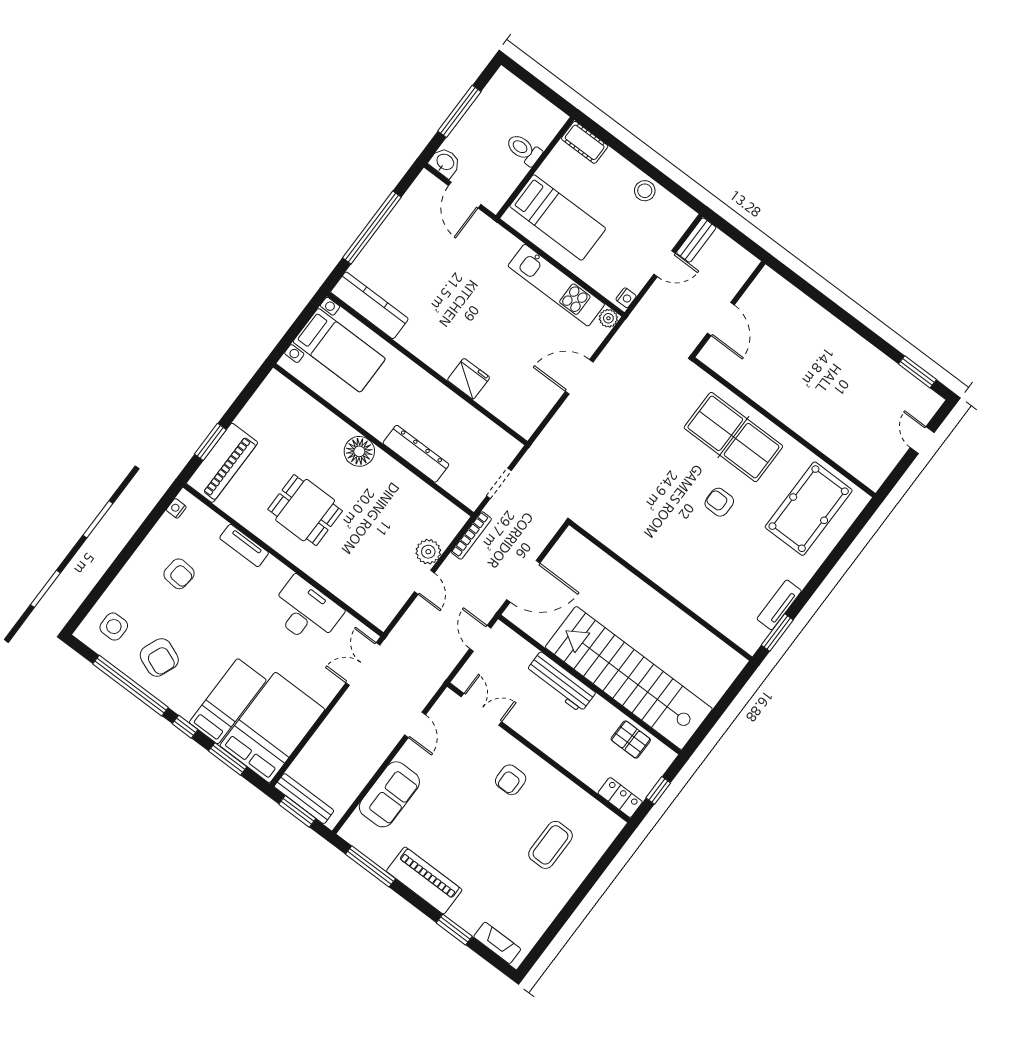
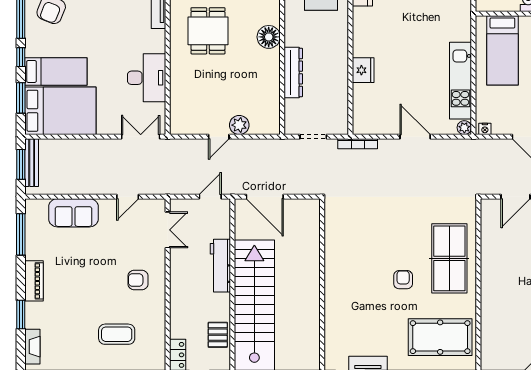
bookcase: (471, 535) -> (358, 144), moved
piano: (424, 880) -> (34, 281), width x0.73, depth x0.75

